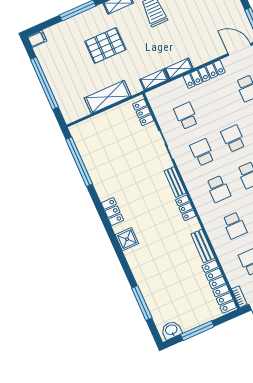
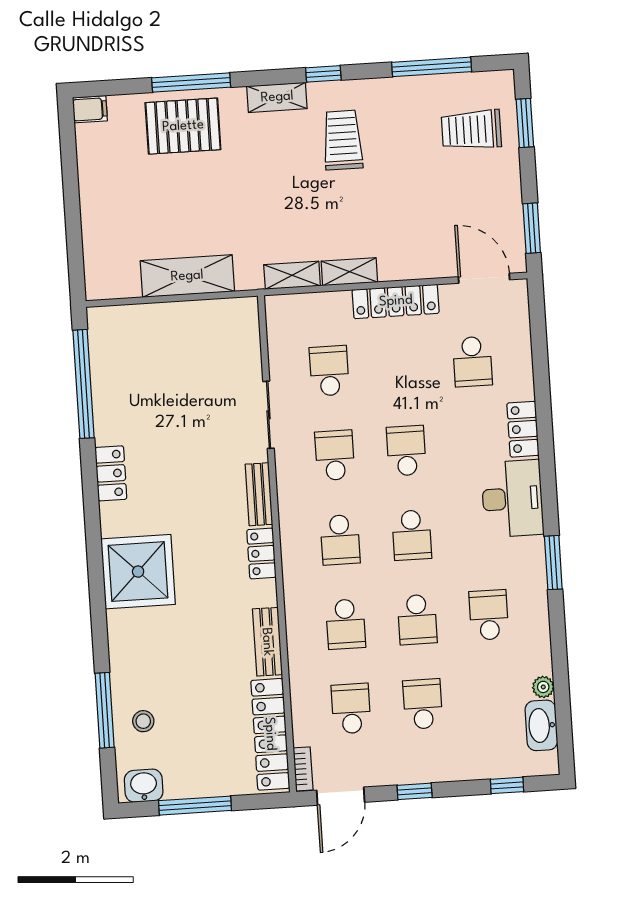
pallet: (105, 45) -> (183, 126), moved
window: (44, 83) -> (72, 203), removed
locker: (143, 112) -> (247, 333), removed
locker: (112, 212) -> (111, 473), moved
shower: (127, 239) -> (138, 572), width x1.86, depth x1.86
stool: (161, 302) -> (143, 721), added

